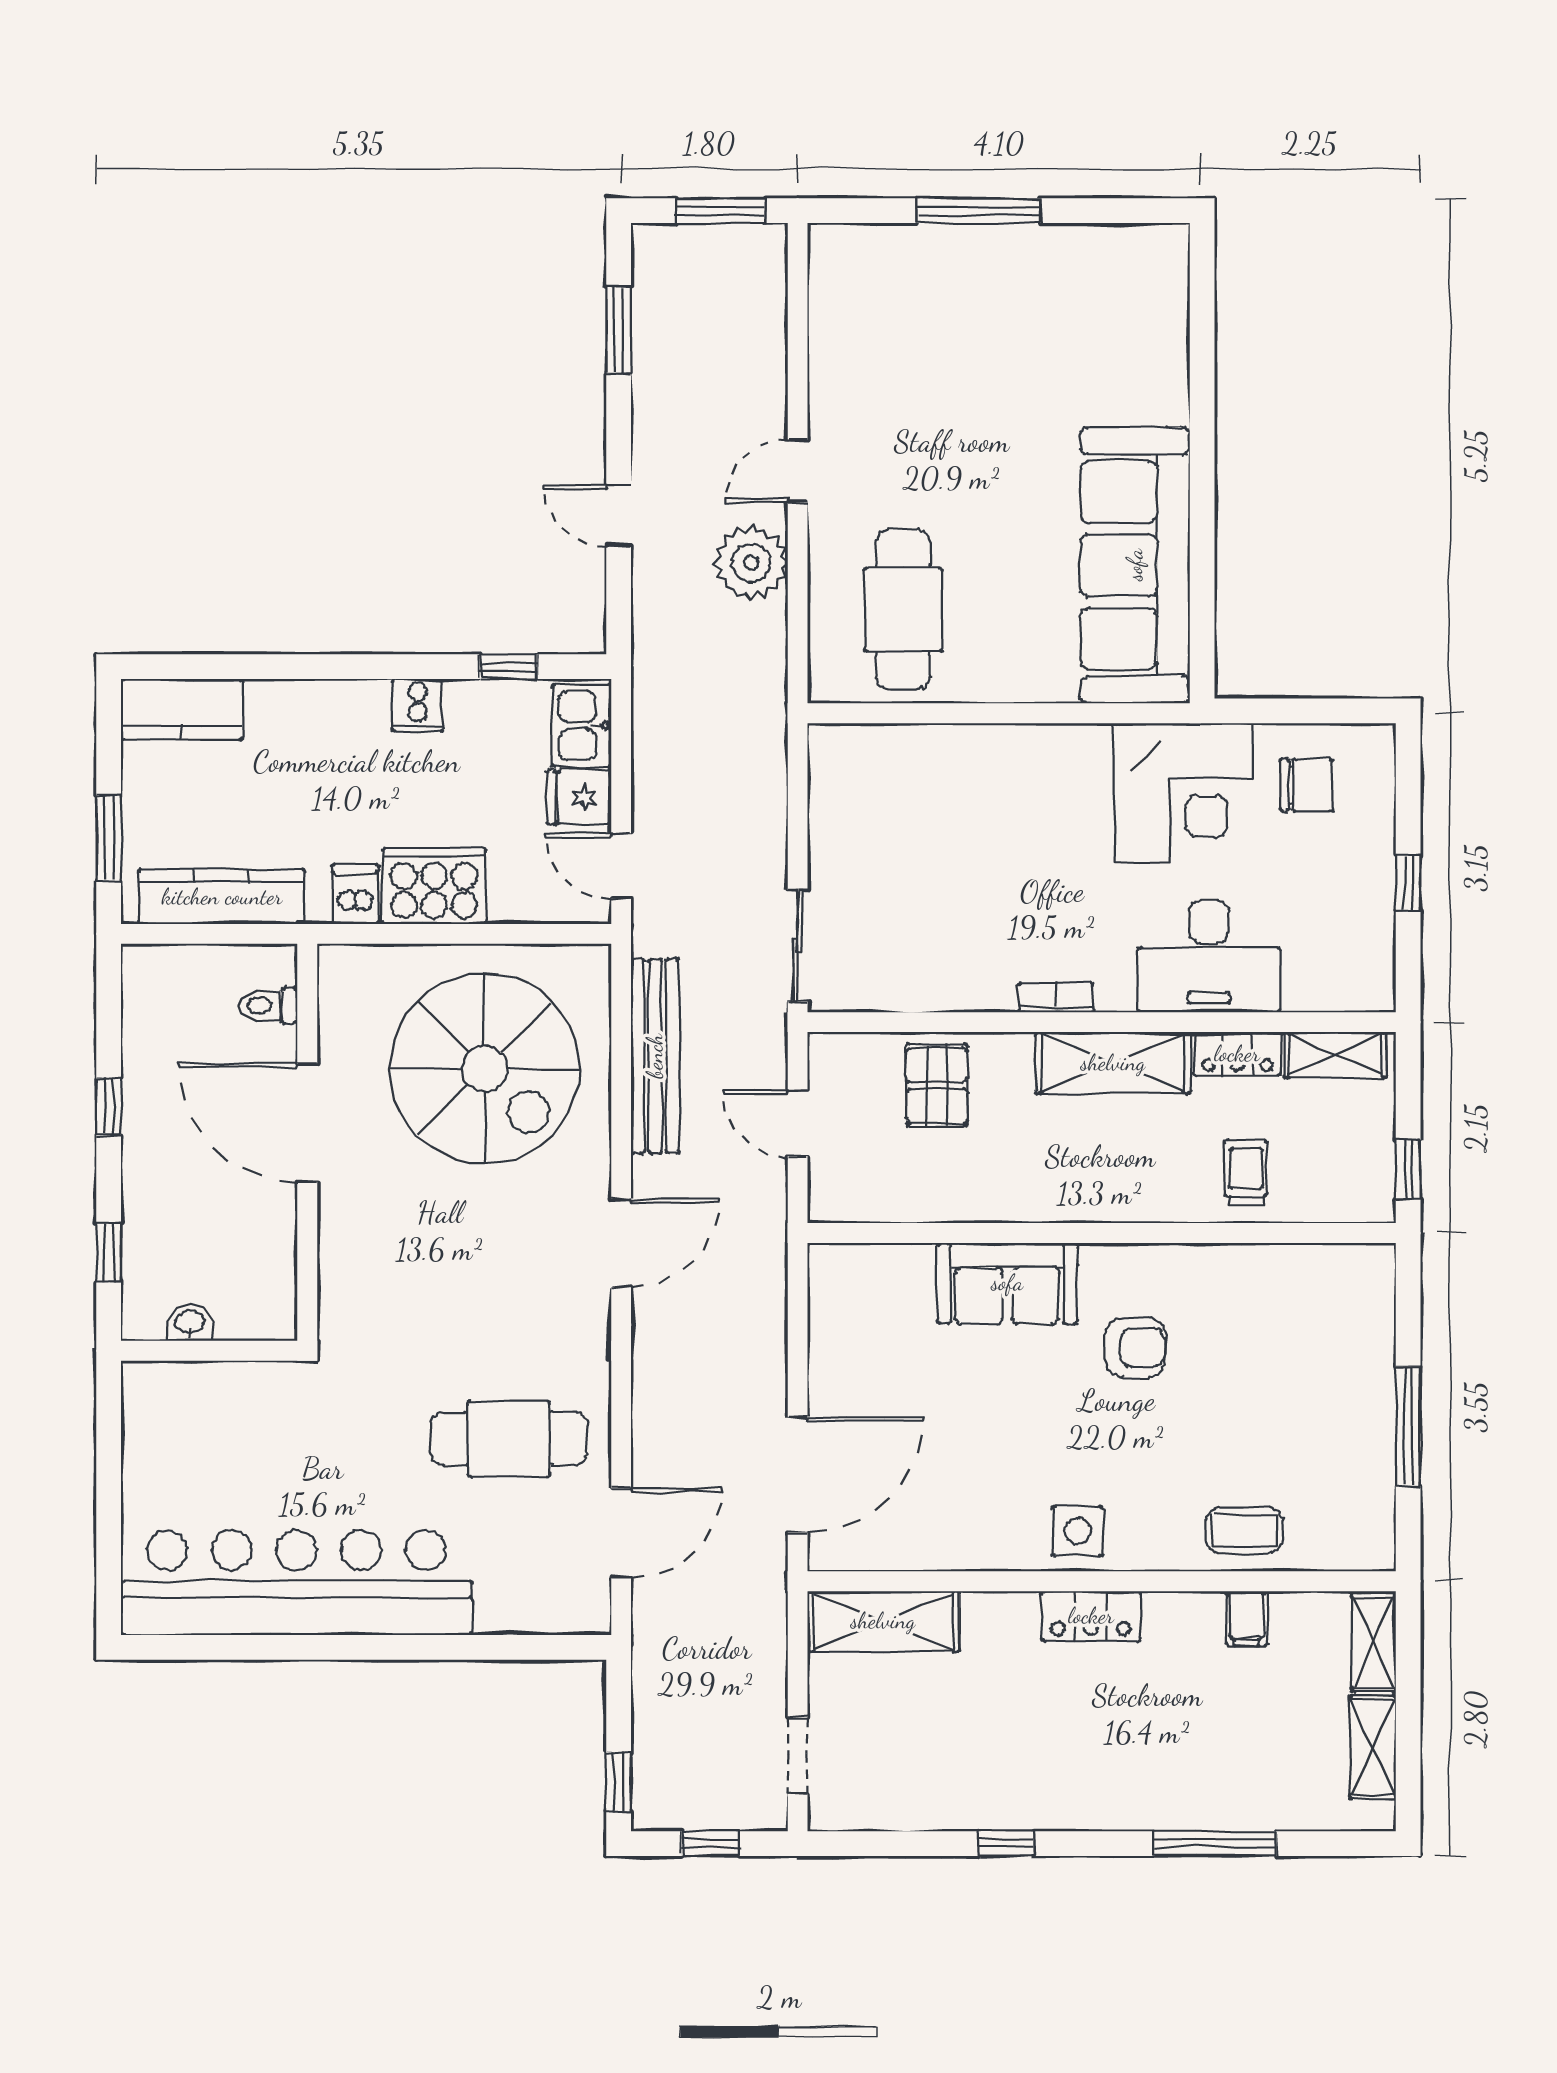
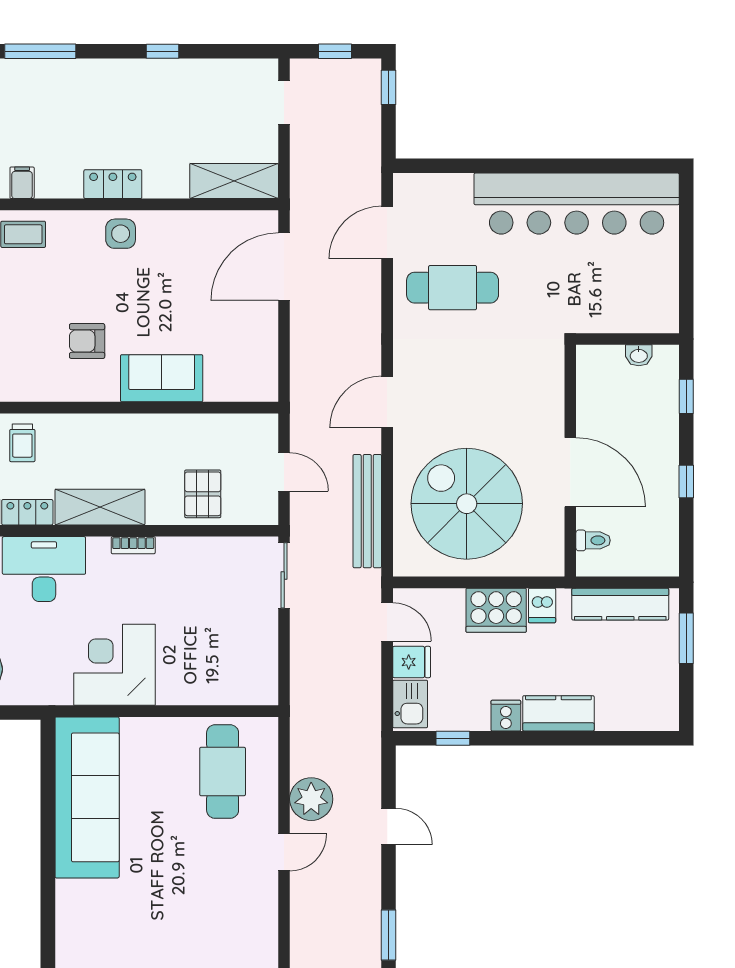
kitchen counter: (182, 709) -> (558, 713), moved
corner desk: (1183, 793) -> (115, 665), moved

